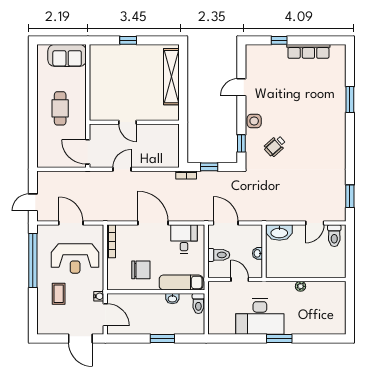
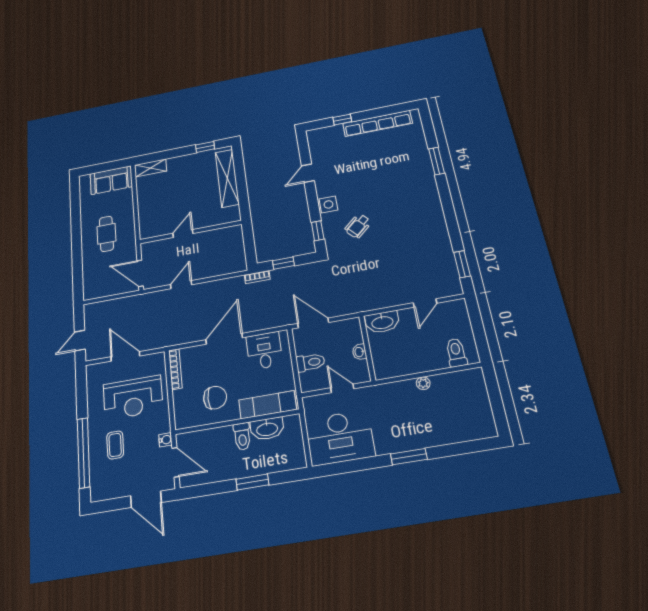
window: (128, 40) -> (205, 147), moved
shelving: (104, 51) -> (151, 168), added
row of seats: (308, 51) -> (377, 123), width x1.36
door: (128, 122) -> (183, 233), swing flipped
door: (153, 223) -> (224, 339), hinge flipped
toilet: (334, 236) -> (456, 353), moved, turned 180
window: (33, 261) -> (83, 453), moved
washbasin: (172, 299) -> (267, 429), width x1.91, depth x1.45
toilet: (198, 303) -> (242, 436), moved
desk: (260, 317) -> (340, 438), moved

